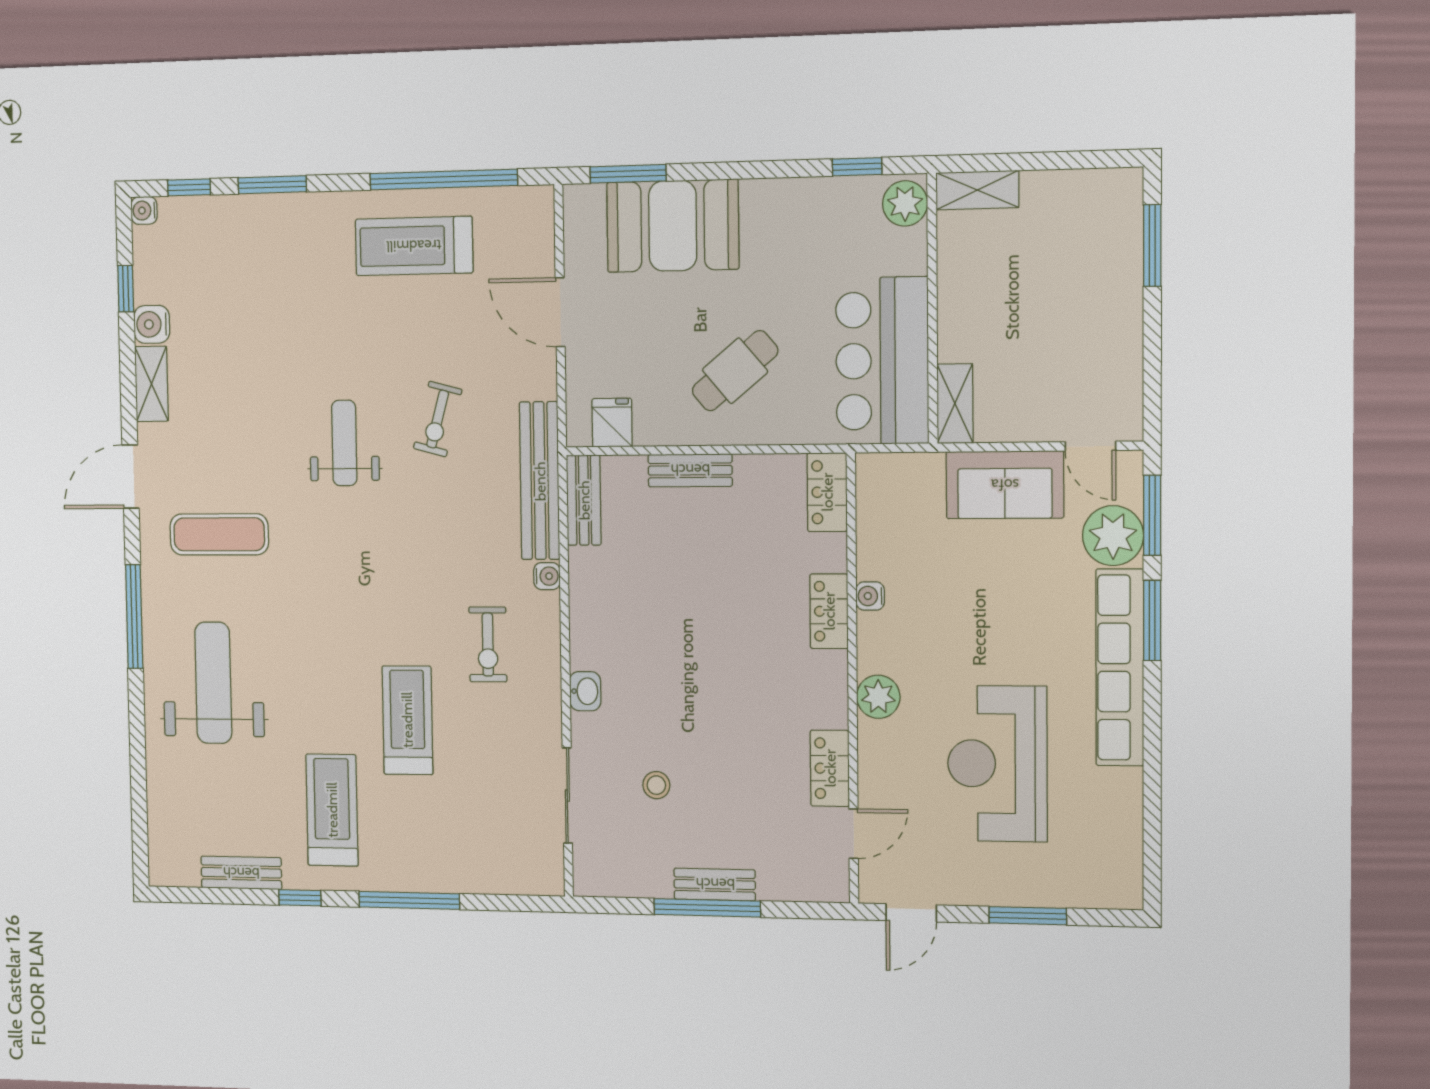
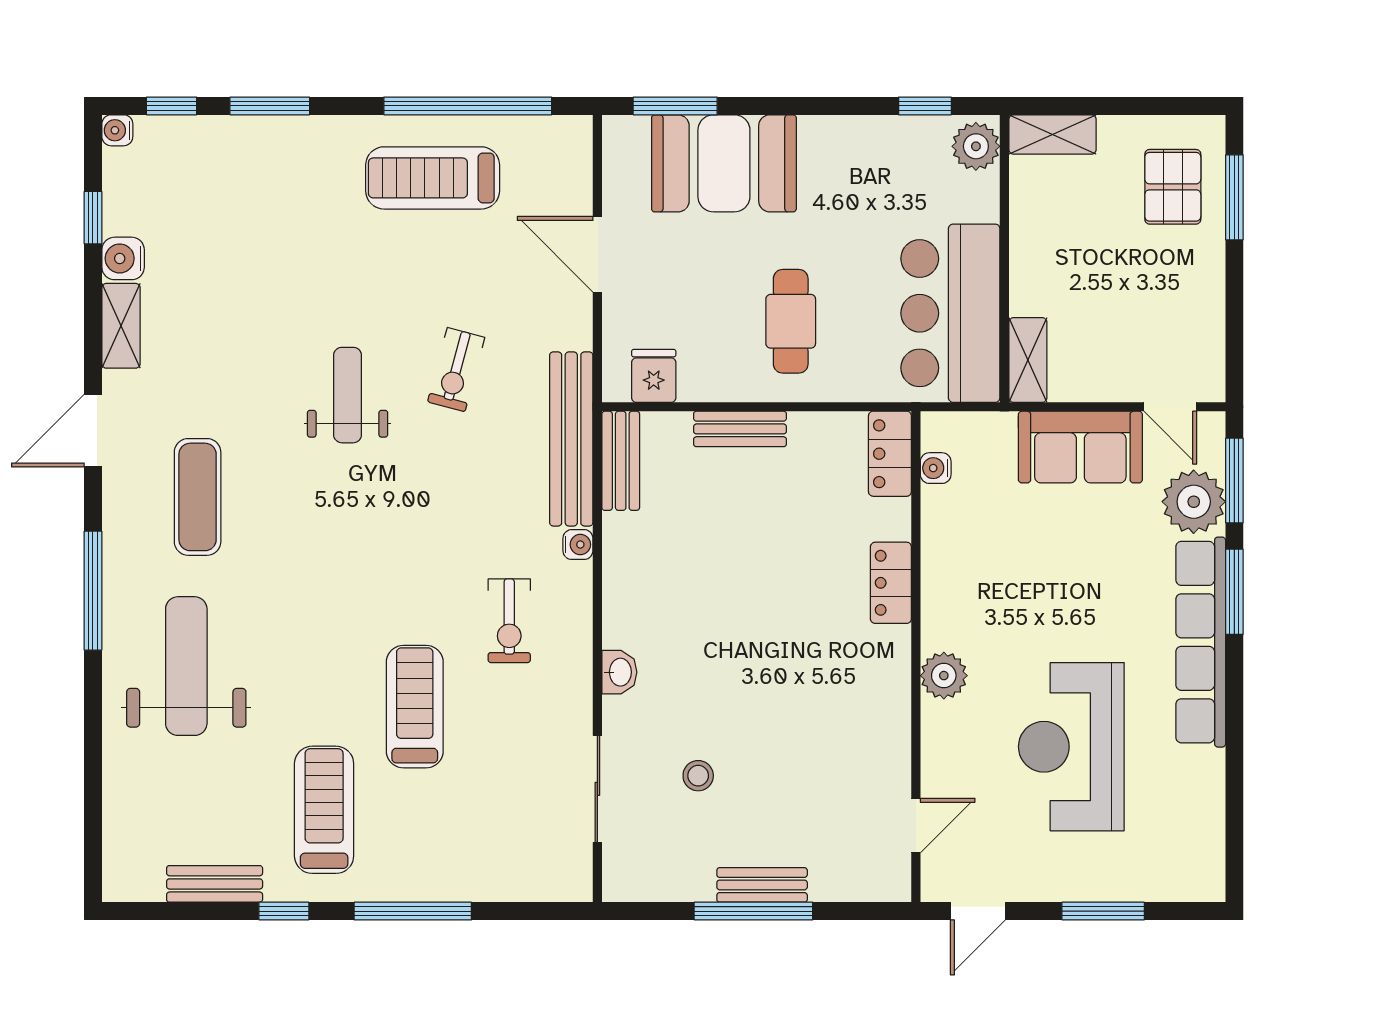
pallet: (1093, 237) -> (1173, 187), added
cafe table: (735, 371) -> (791, 321), turned -50
exercise mat: (219, 534) -> (198, 497), turned 90
water cooler: (870, 596) -> (936, 468), moved
locker: (830, 768) -> (890, 754), removed

